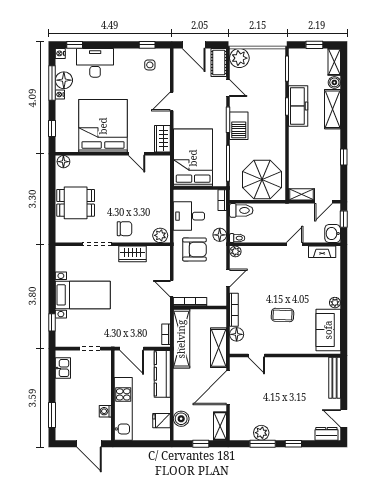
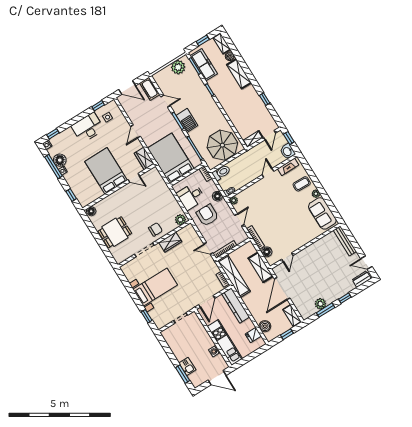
plant: (239, 58) -> (178, 67), moved
desk: (95, 63) -> (88, 128), moved
freezer: (298, 106) -> (204, 65), moved
bed: (103, 126) -> (106, 171), width x0.73
armchair: (194, 249) -> (207, 215), turned -90
coffee table: (282, 315) -> (302, 184), moved
door: (132, 349) -> (207, 302), hinge flipped
door: (256, 355) -> (287, 257), hinge flipped
kitchen sink: (63, 368) -> (187, 366), moved

